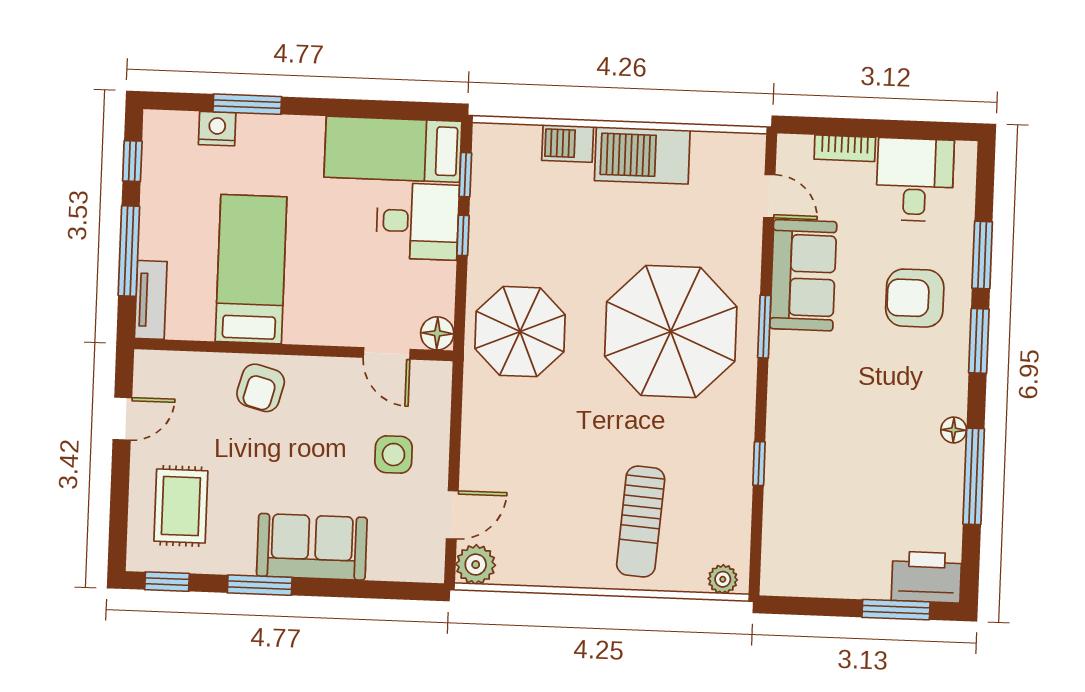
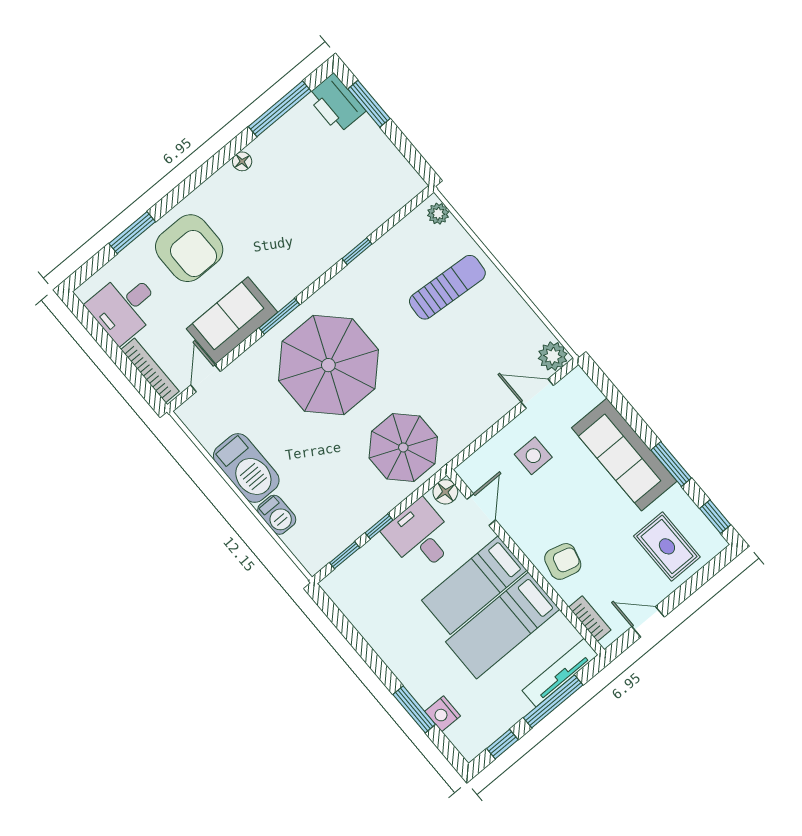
bookcase: (845, 148) -> (150, 370), width x1.56
bed: (393, 149) -> (474, 585), moved, turned 90
desk: (418, 221) -> (420, 536), moved
armchair: (915, 298) -> (189, 248), width x1.36, depth x1.36
tv unit: (151, 300) -> (560, 673), width x1.41
window: (979, 341) -> (181, 192), removed
bookcase: (179, 363) -> (590, 619), added
window: (974, 476) -> (280, 109), moved
rug: (181, 506) -> (667, 546), turned 90
sofa: (312, 547) -> (624, 455), width x1.36

